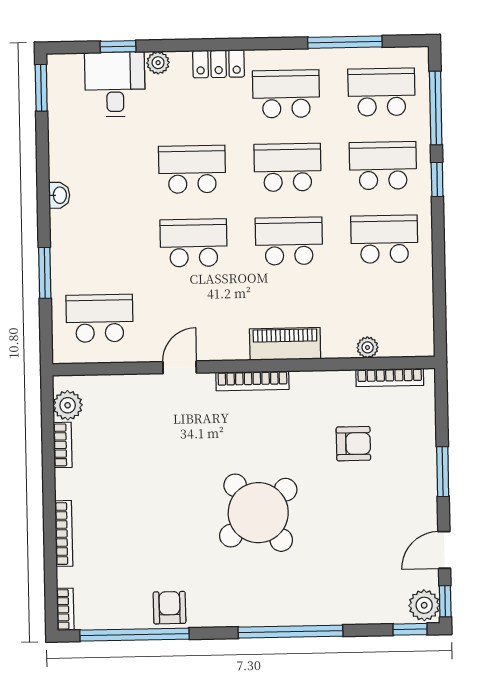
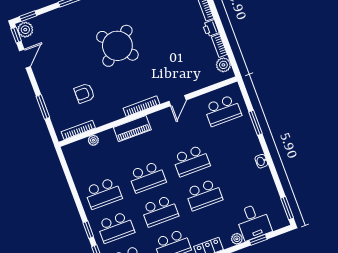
window: (443, 472) -> (43, 107), moved
printer: (67, 484) -> (211, 28), added

